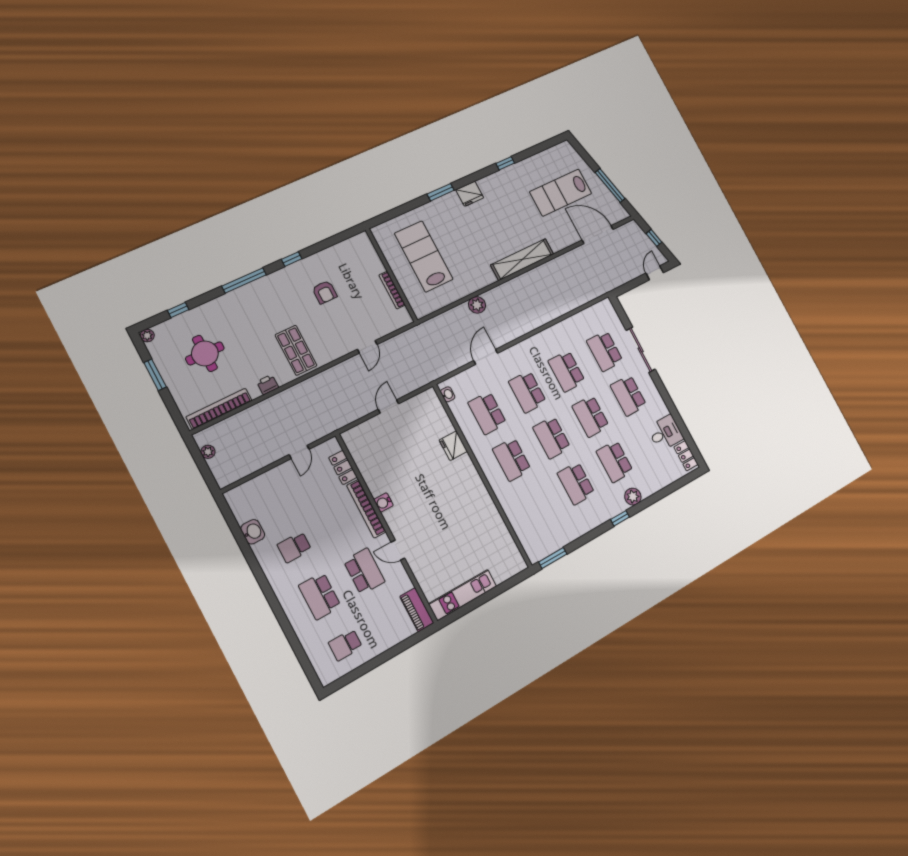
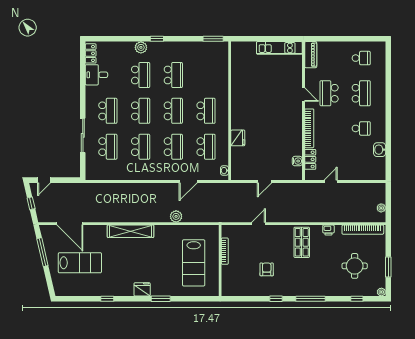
water cooler: (383, 502) -> (297, 161), moved

